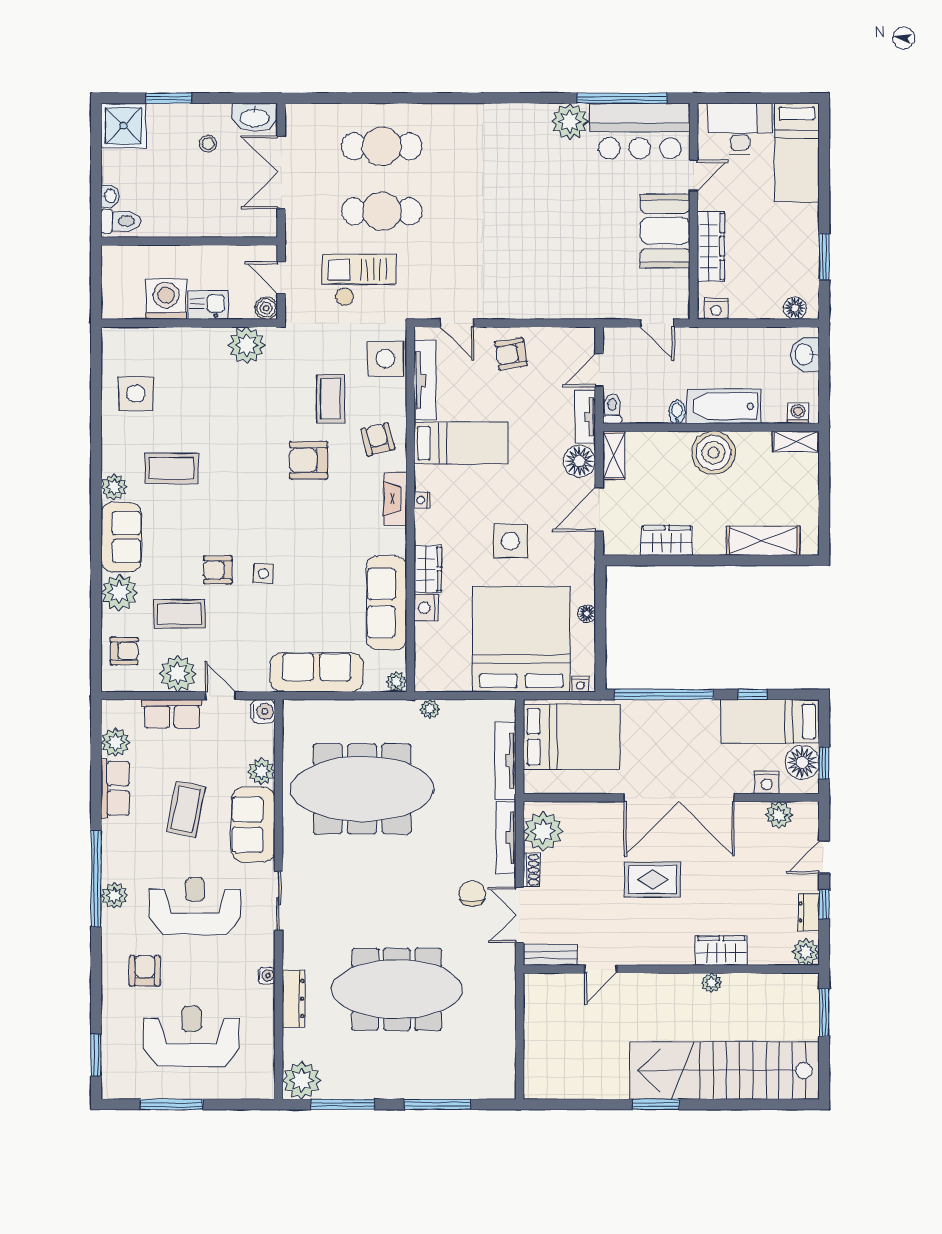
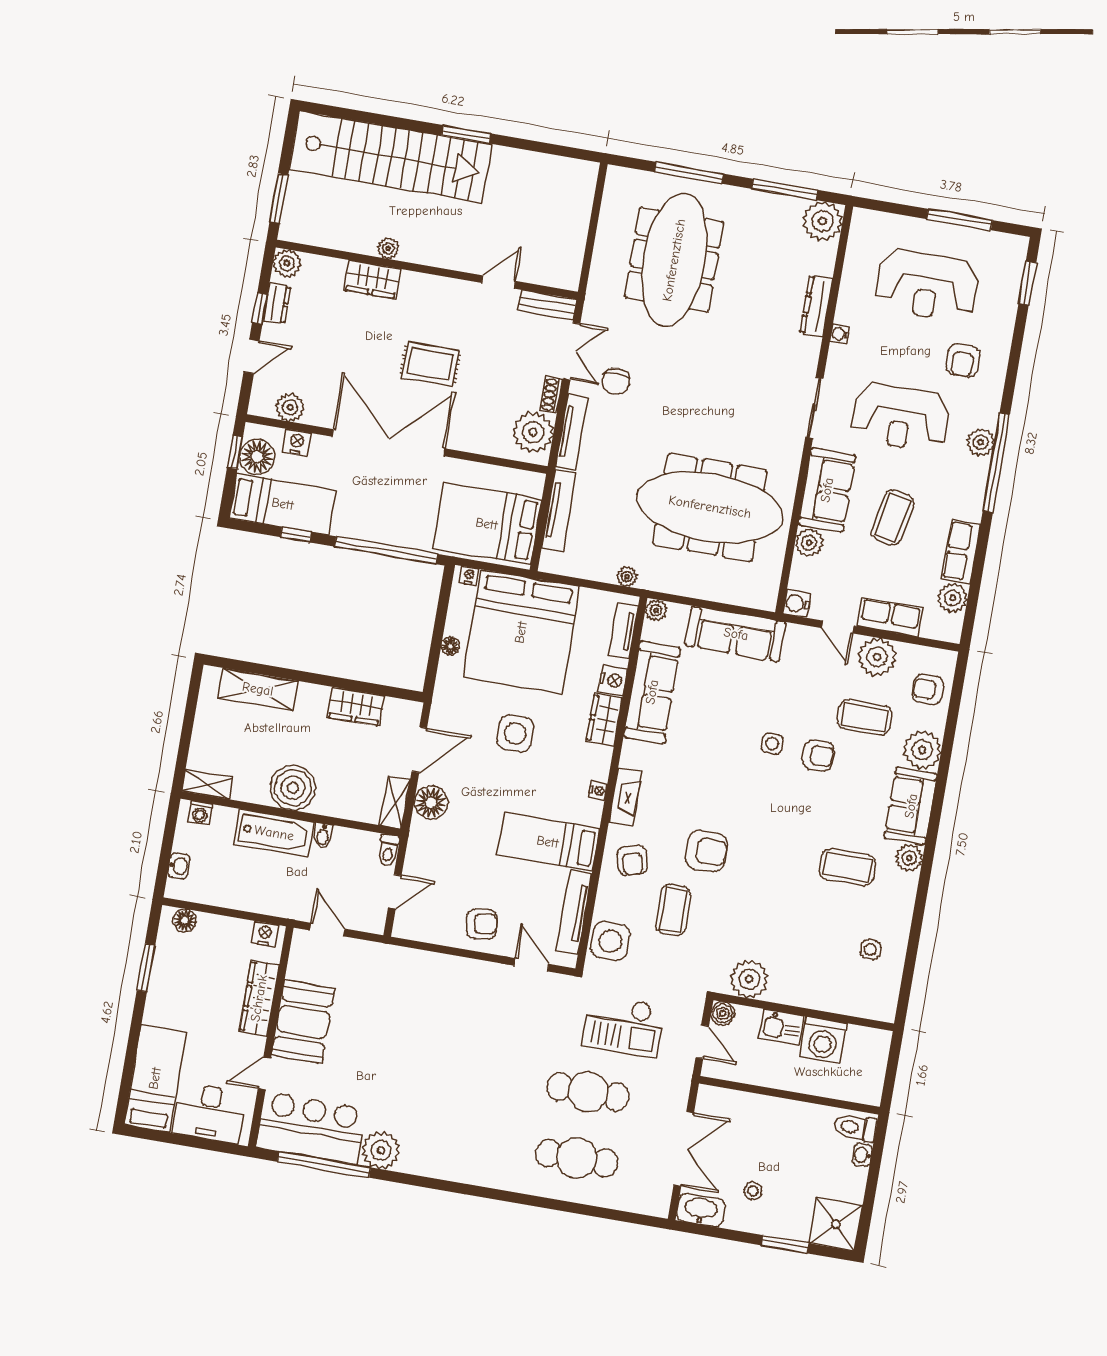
washbasin: (805, 355) -> (179, 866), width x0.72, depth x0.69
side table: (136, 394) -> (870, 949), width x0.54, depth x0.54
tv unit: (585, 417) -> (623, 631), moved, turned 180
meeting table: (397, 989) -> (674, 260), moved, turned 90

